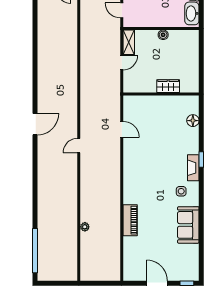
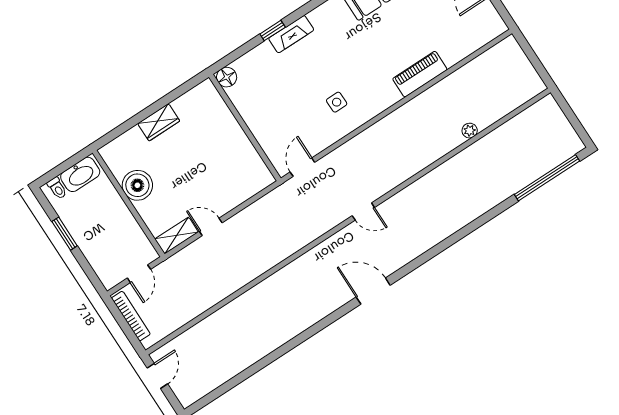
boiler: (163, 35) -> (137, 185), width x1.86, depth x1.86
wardrobe: (168, 86) -> (159, 122), moved, turned -90
wall: (161, 94) -> (245, 128), moved
side table: (181, 191) -> (337, 102), moved

